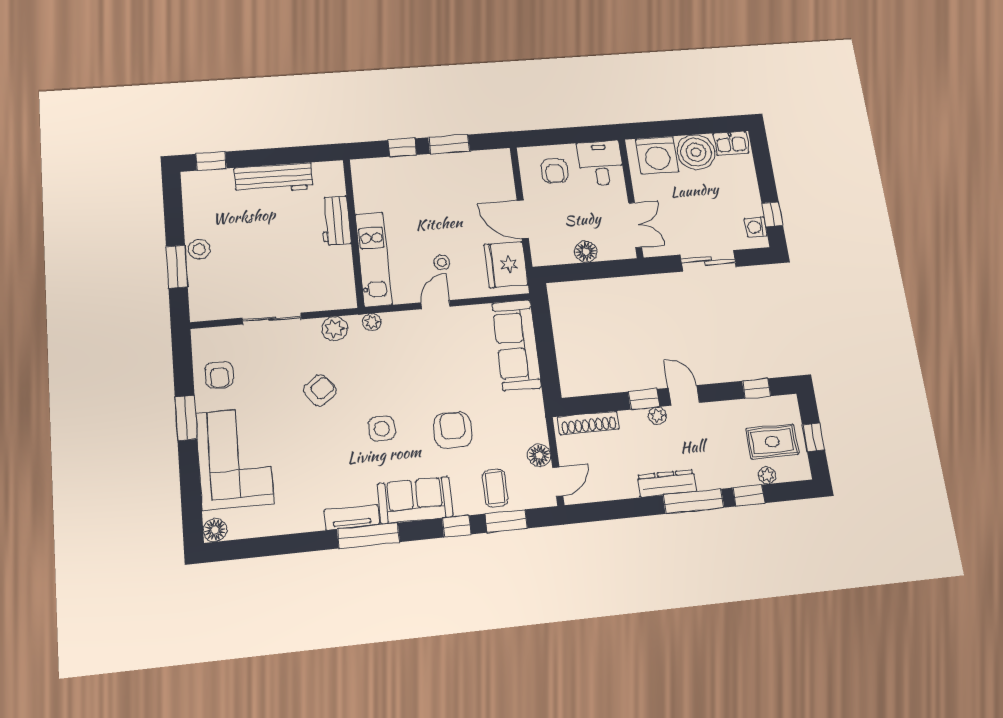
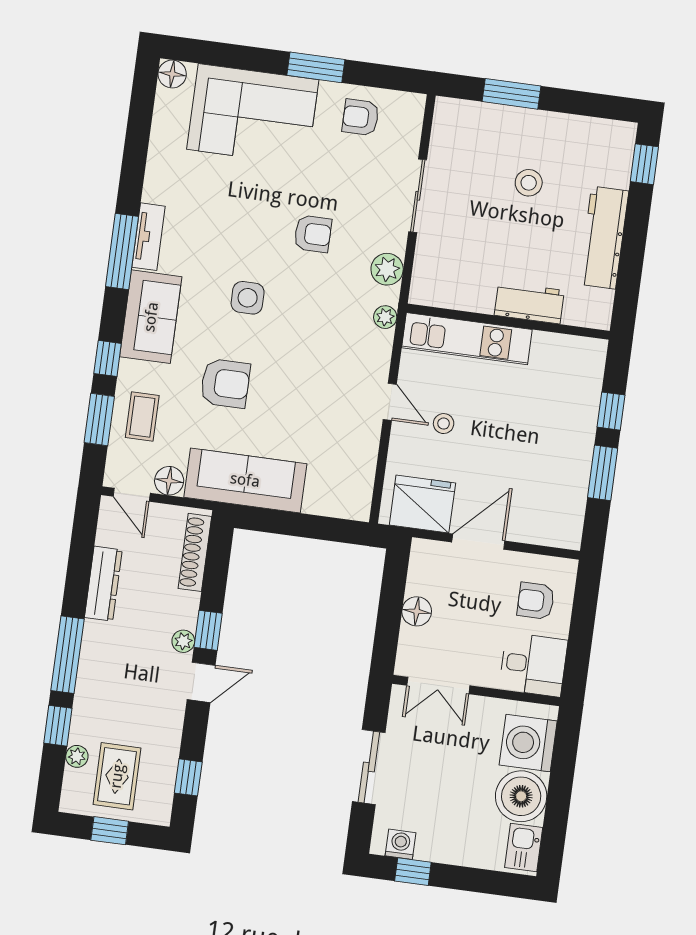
stool: (199, 249) -> (529, 183), moved
sofa: (517, 345) -> (245, 480), moved
armchair: (320, 390) -> (313, 234), turned -53
dresser: (667, 483) -> (103, 584), moved
coffee table: (495, 488) -> (142, 417), turned 90

